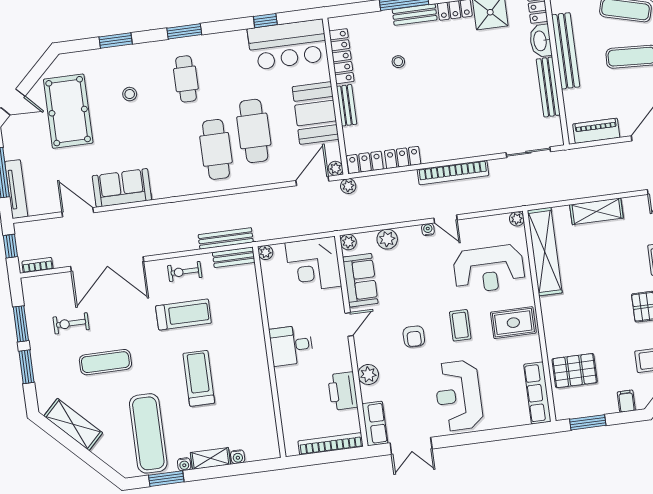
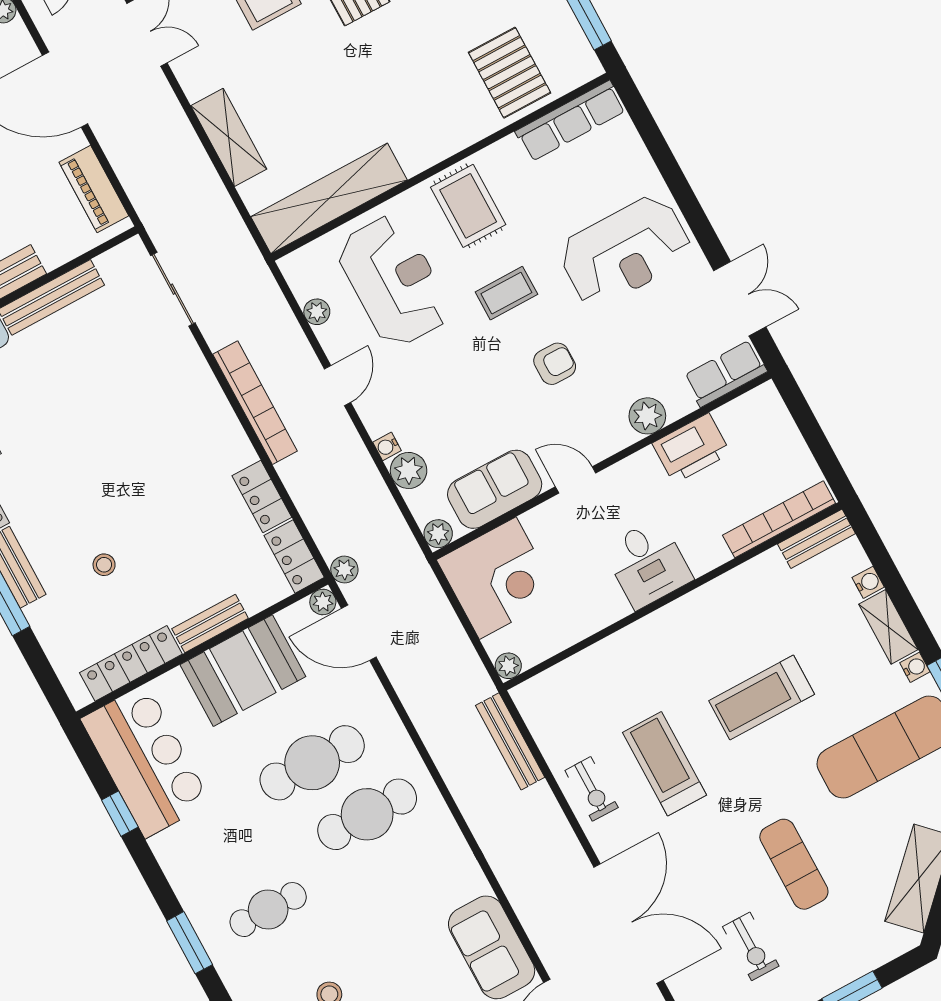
plant: (517, 219) -> (317, 312), moved
water cooler: (428, 229) -> (387, 446), moved
bench: (234, 257) -> (816, 539), moved, turned 90
bookcase: (331, 444) -> (779, 519), moved, turned 90

